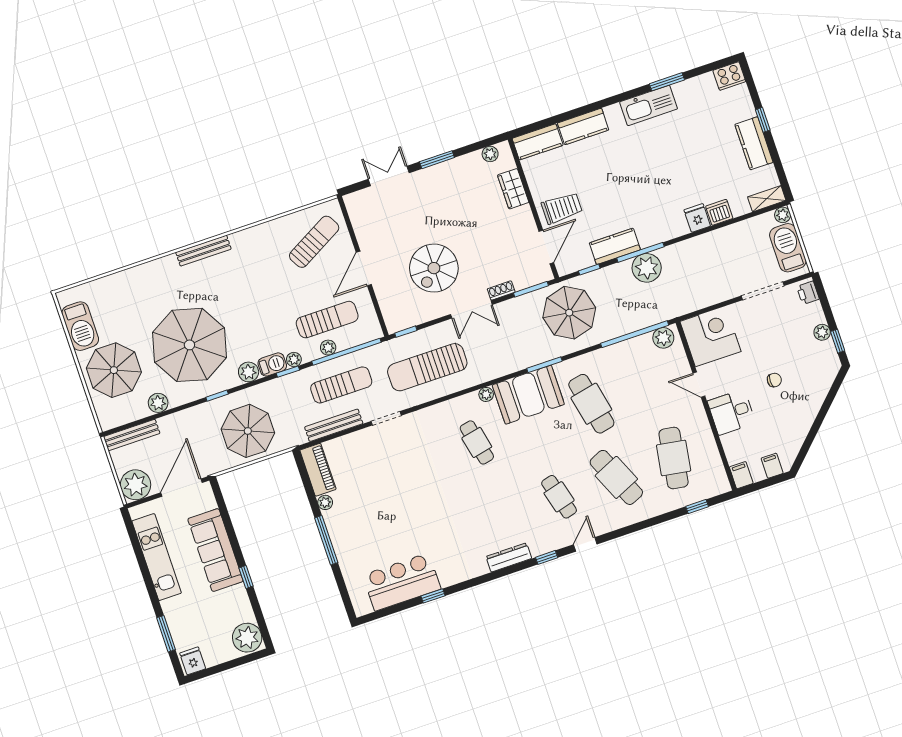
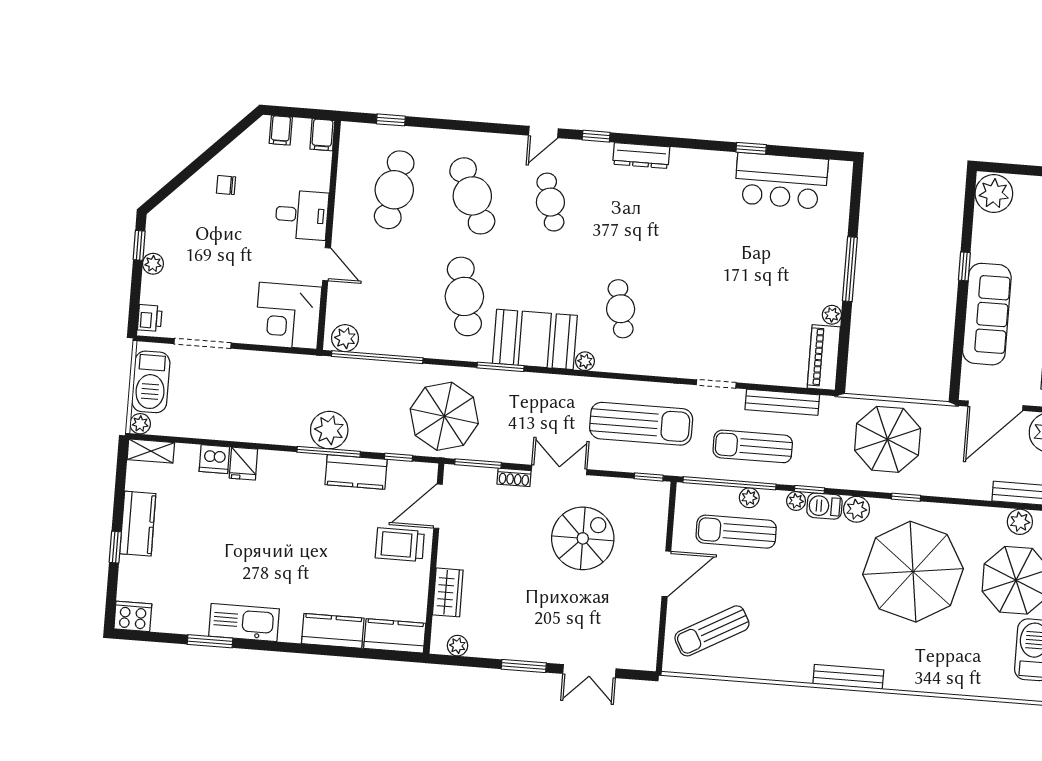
chair: (774, 380) -> (226, 185), moved
plant: (158, 403) -> (1020, 522), moved

